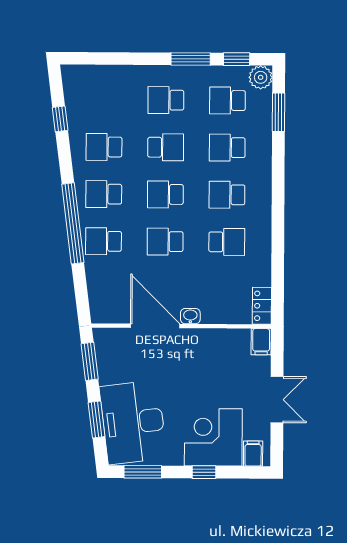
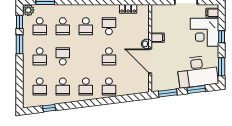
school desk: (165, 194) -> (40, 87), moved
window: (73, 223) -> (100, 102), removed
locker: (262, 306) -> (128, 9), moved
door: (155, 326) -> (150, 61), hinge flipped
filing cabinet: (261, 342) -> (158, 38), moved

